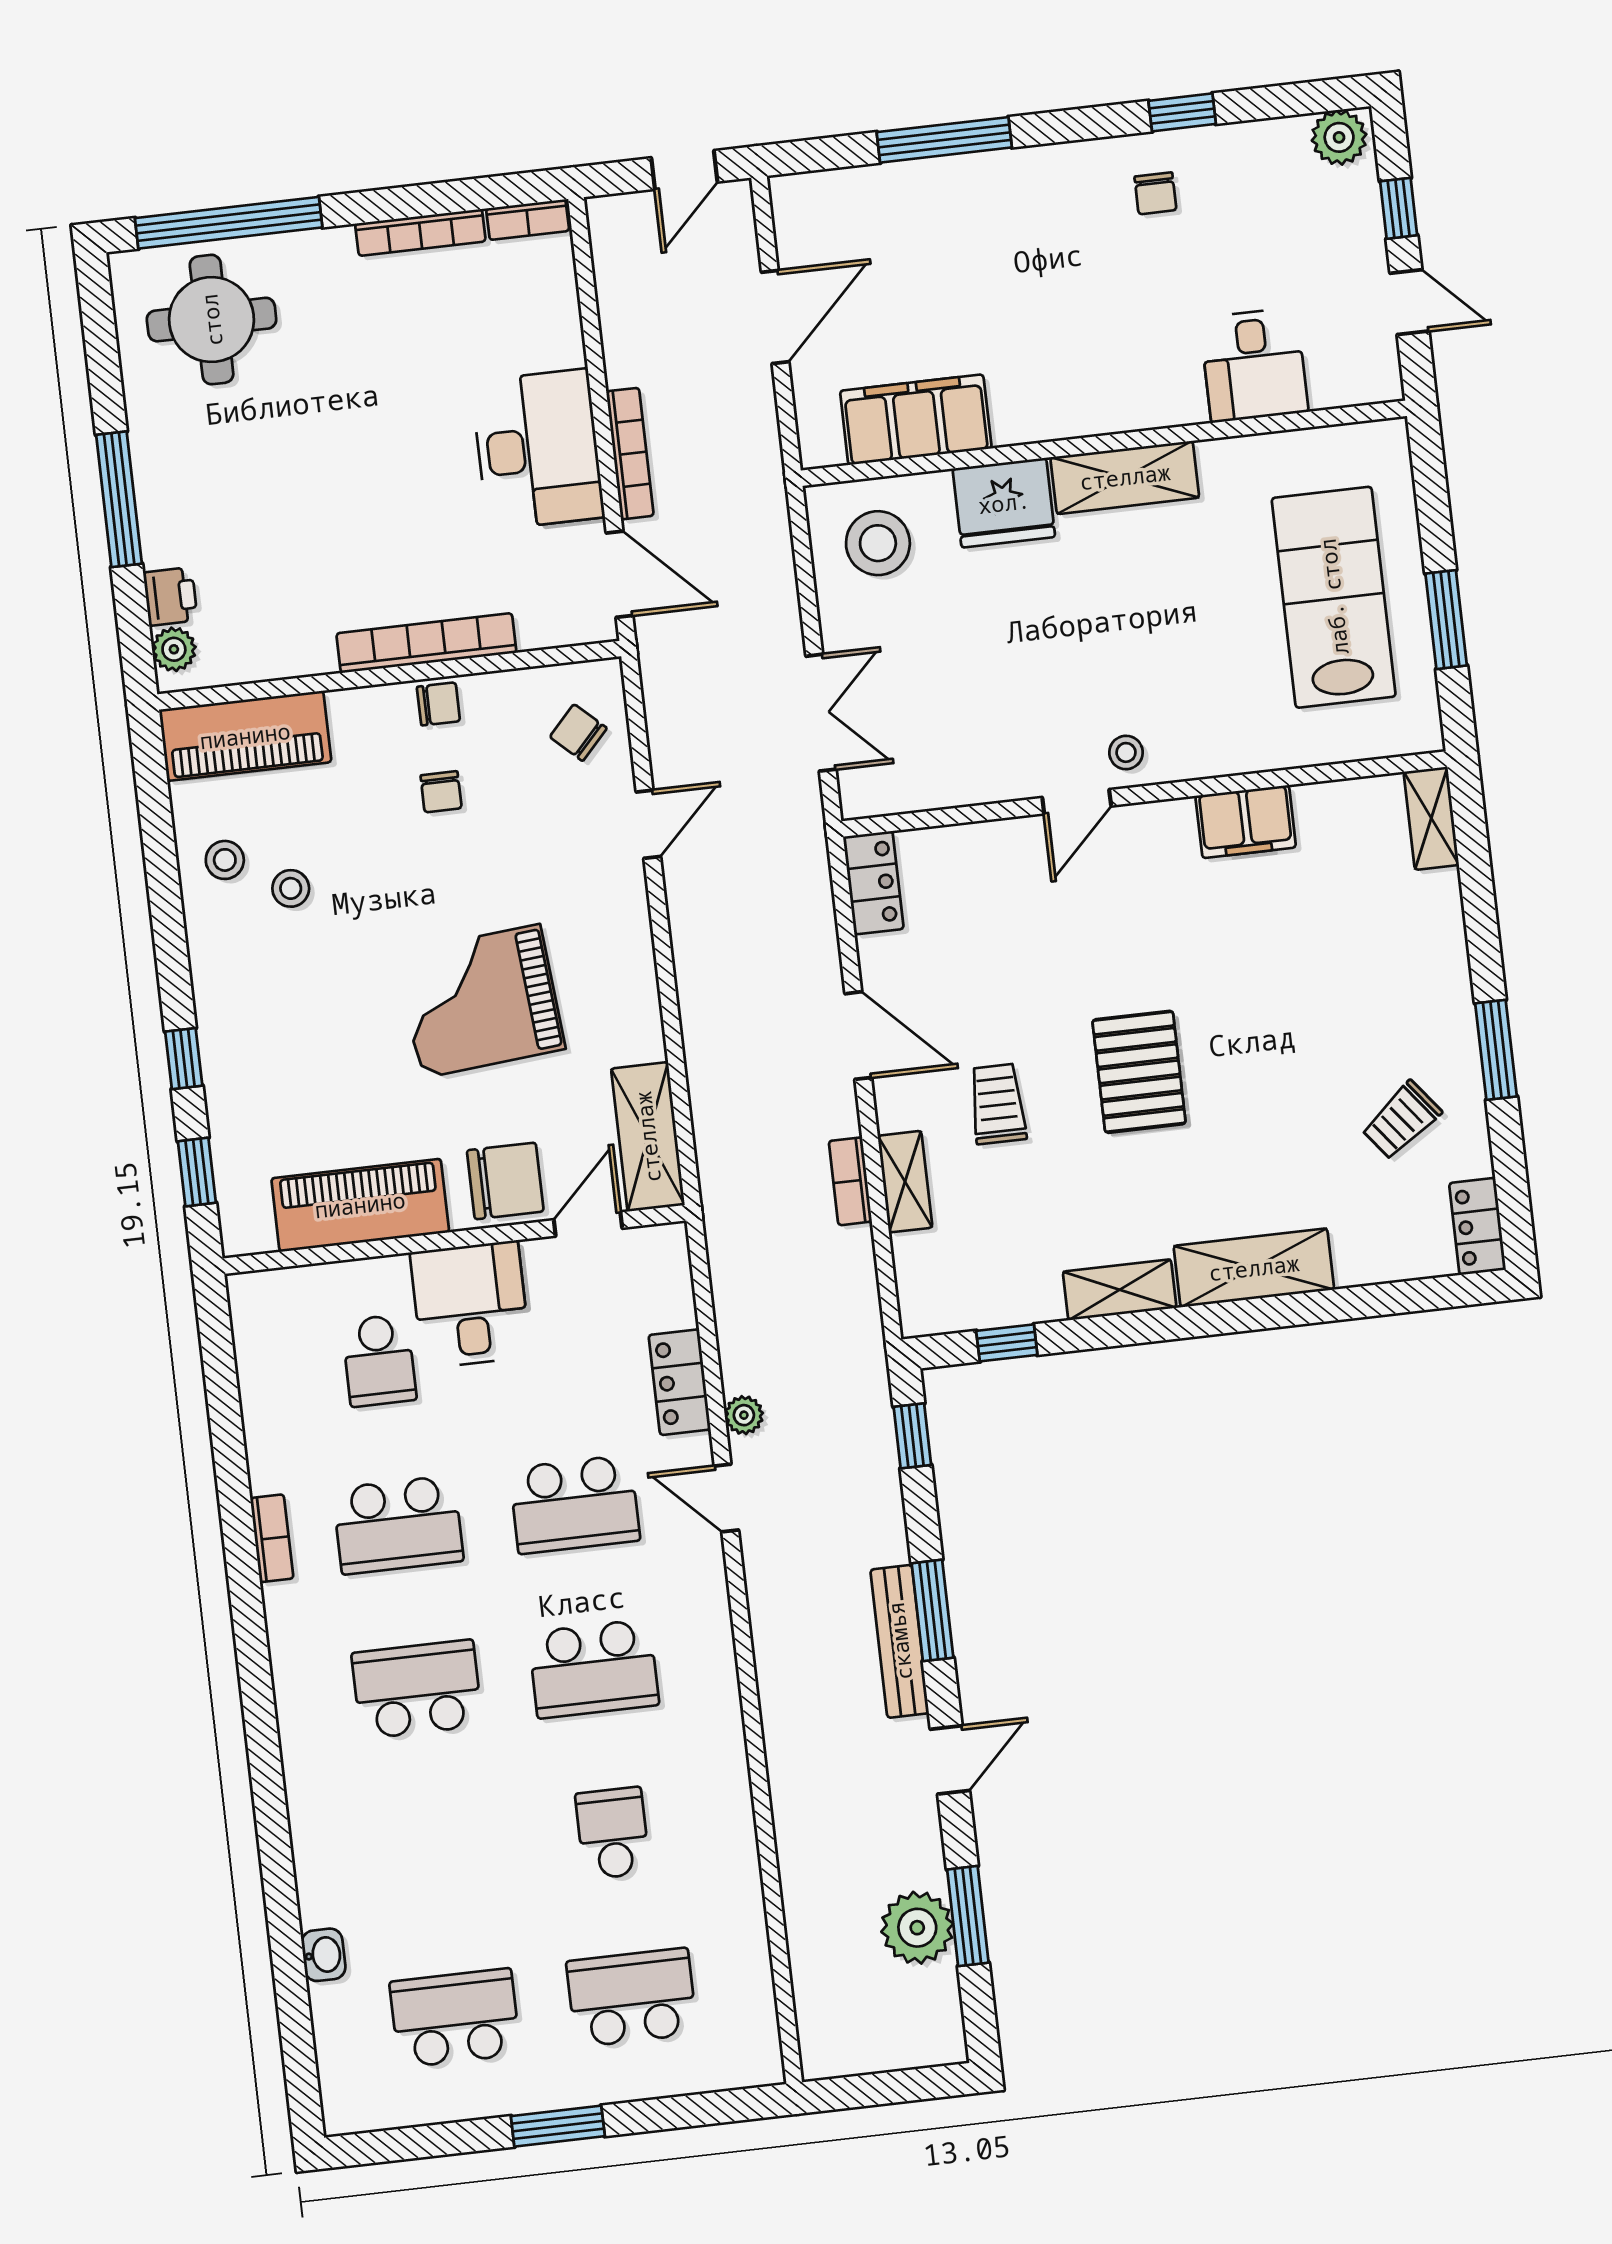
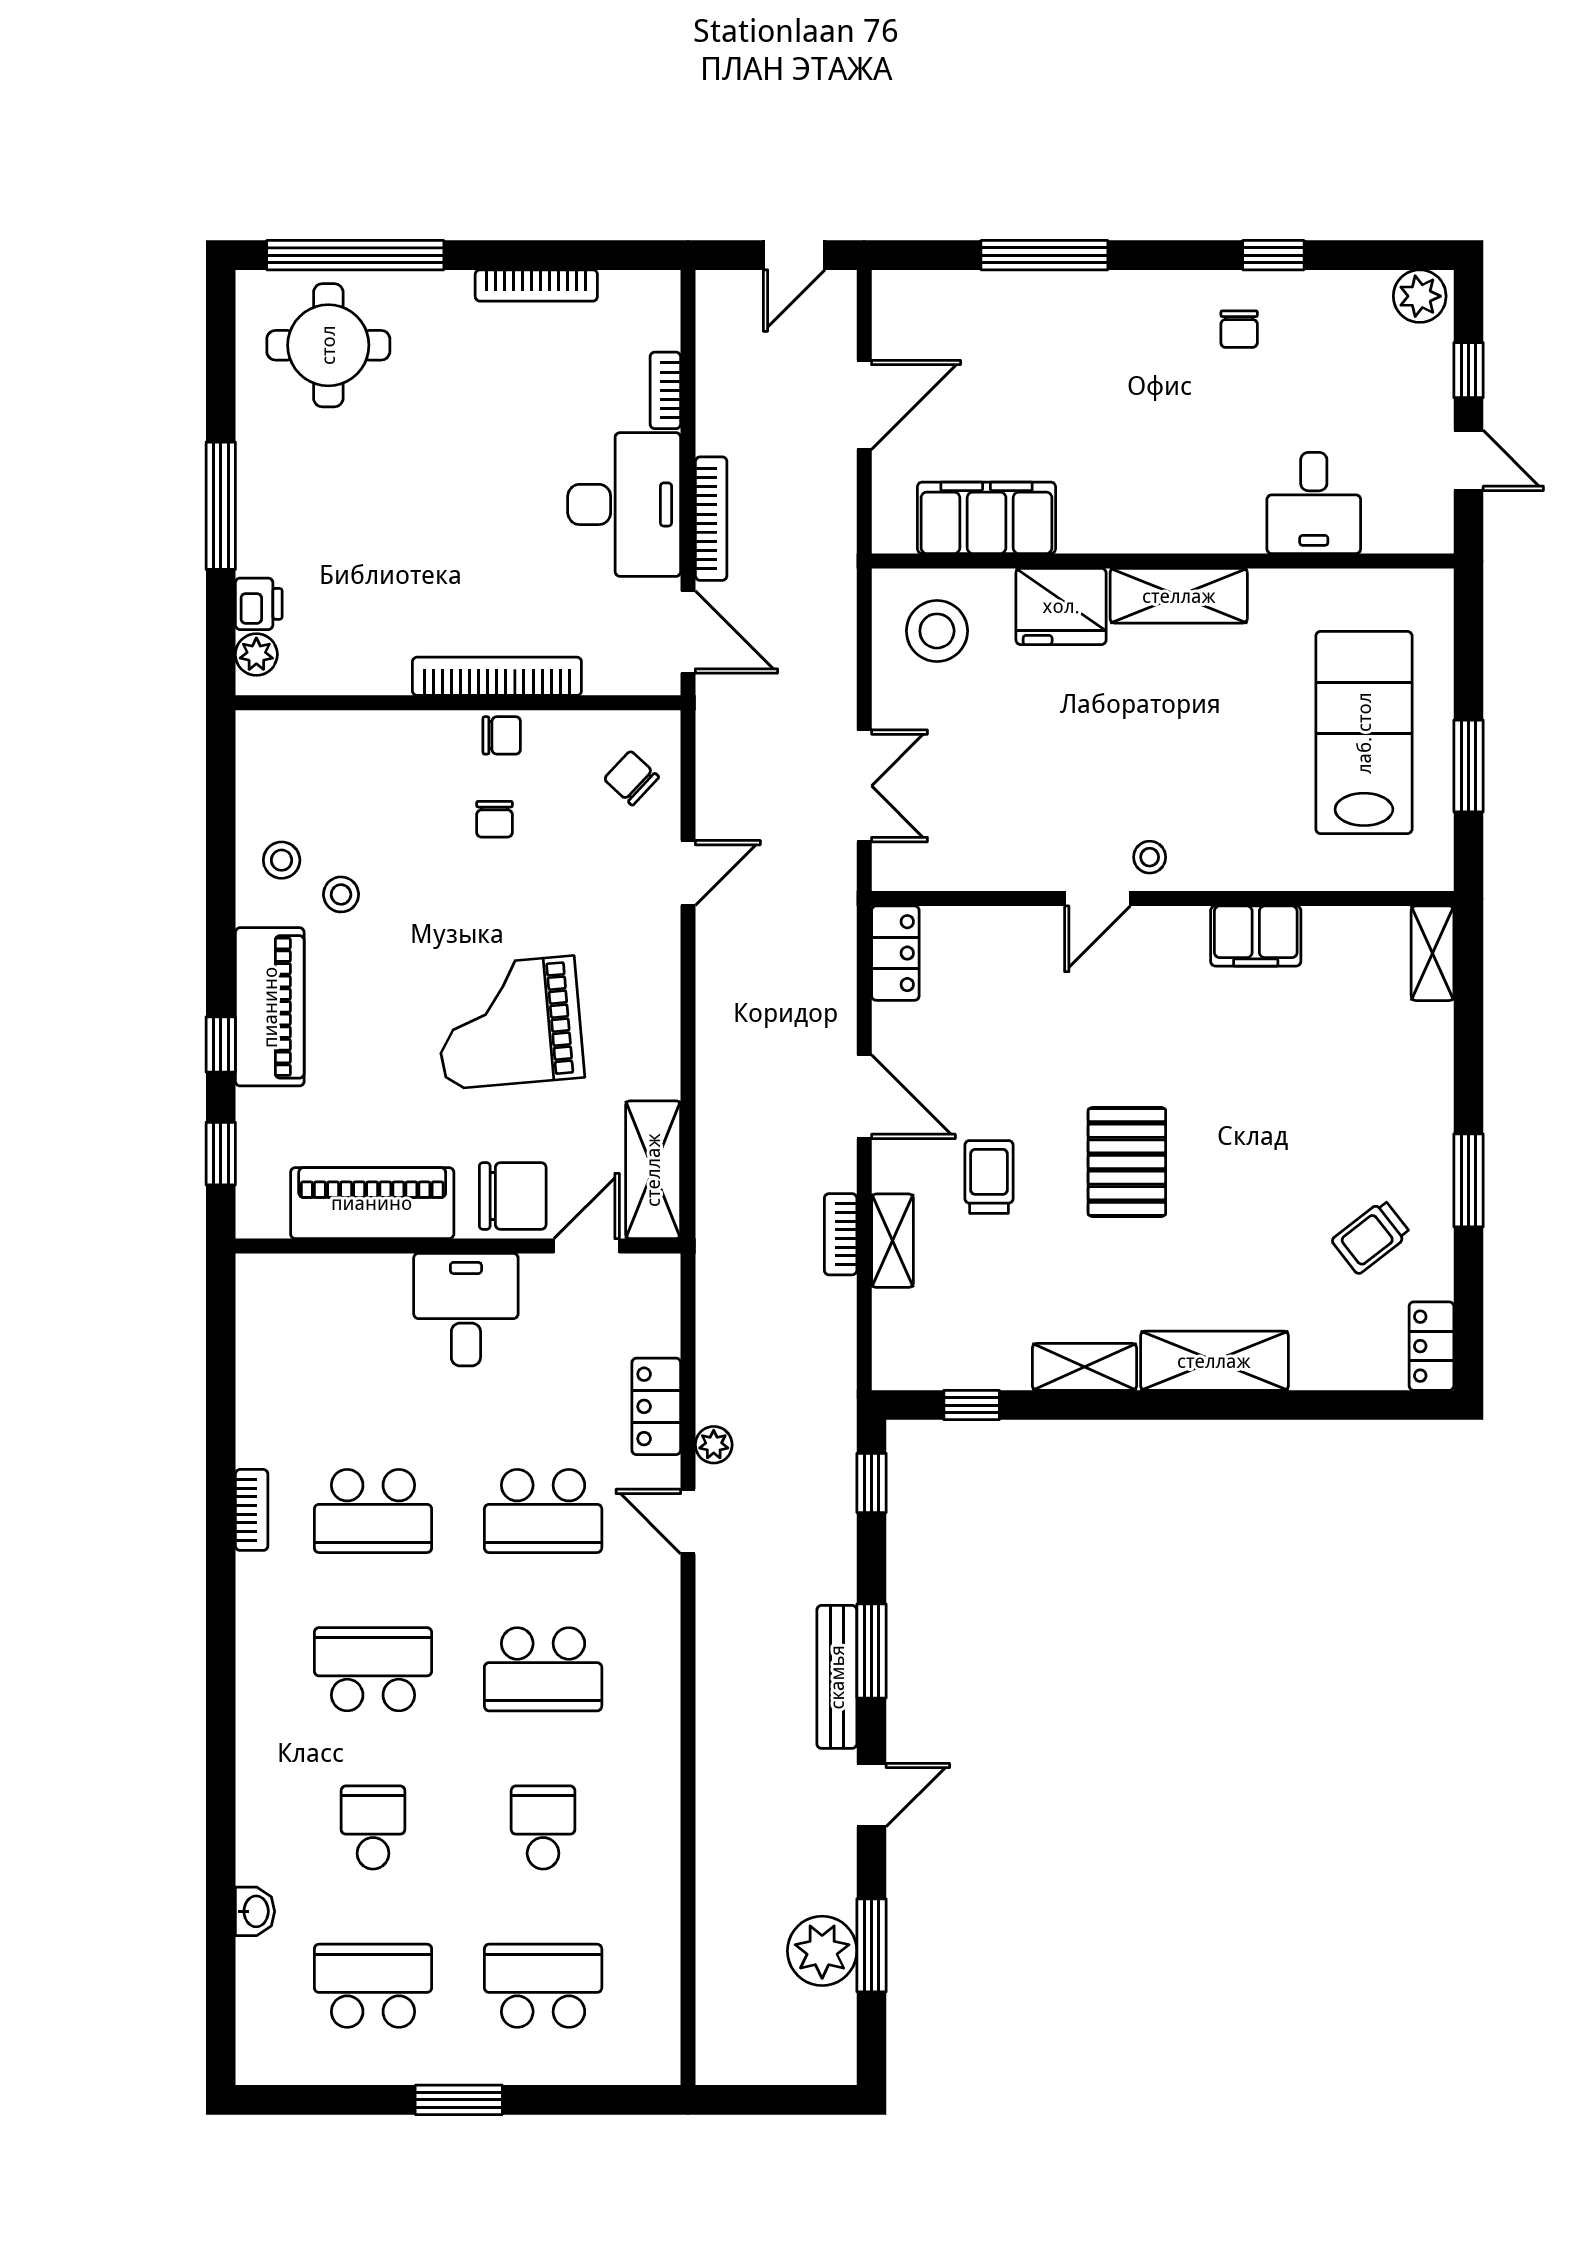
bookcase: (528, 220) -> (665, 390), moved, turned 90
piano: (245, 736) -> (270, 1007), moved, turned -90
school desk: (379, 1360) -> (373, 1828), moved, turned 180

